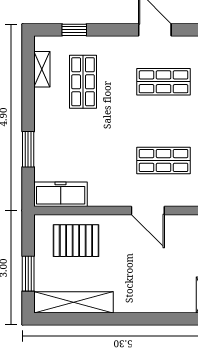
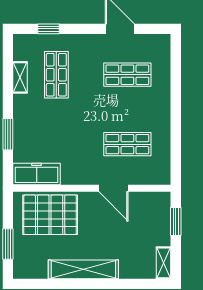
shelving: (42, 69) -> (20, 77), moved
pallet: (76, 241) -> (50, 215), width x1.37, depth x1.41
shelving: (74, 302) -> (83, 269), moved

